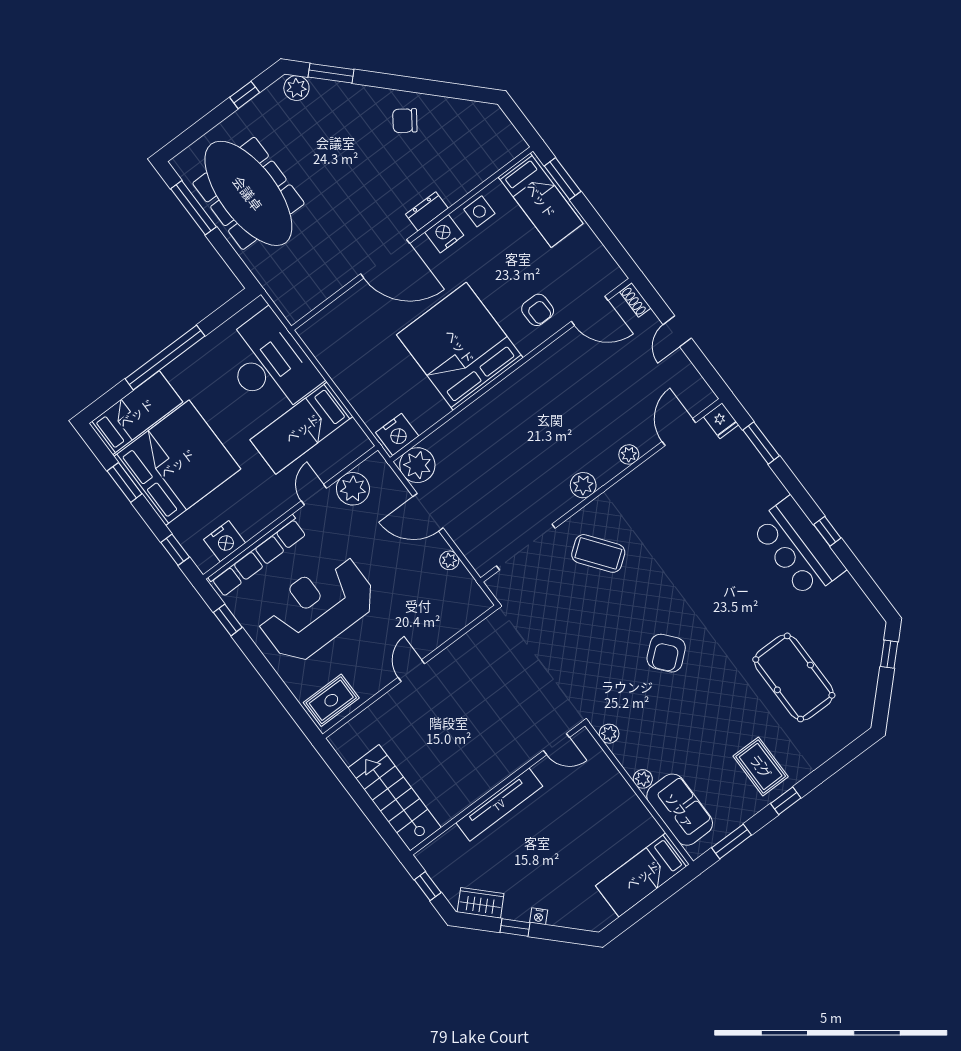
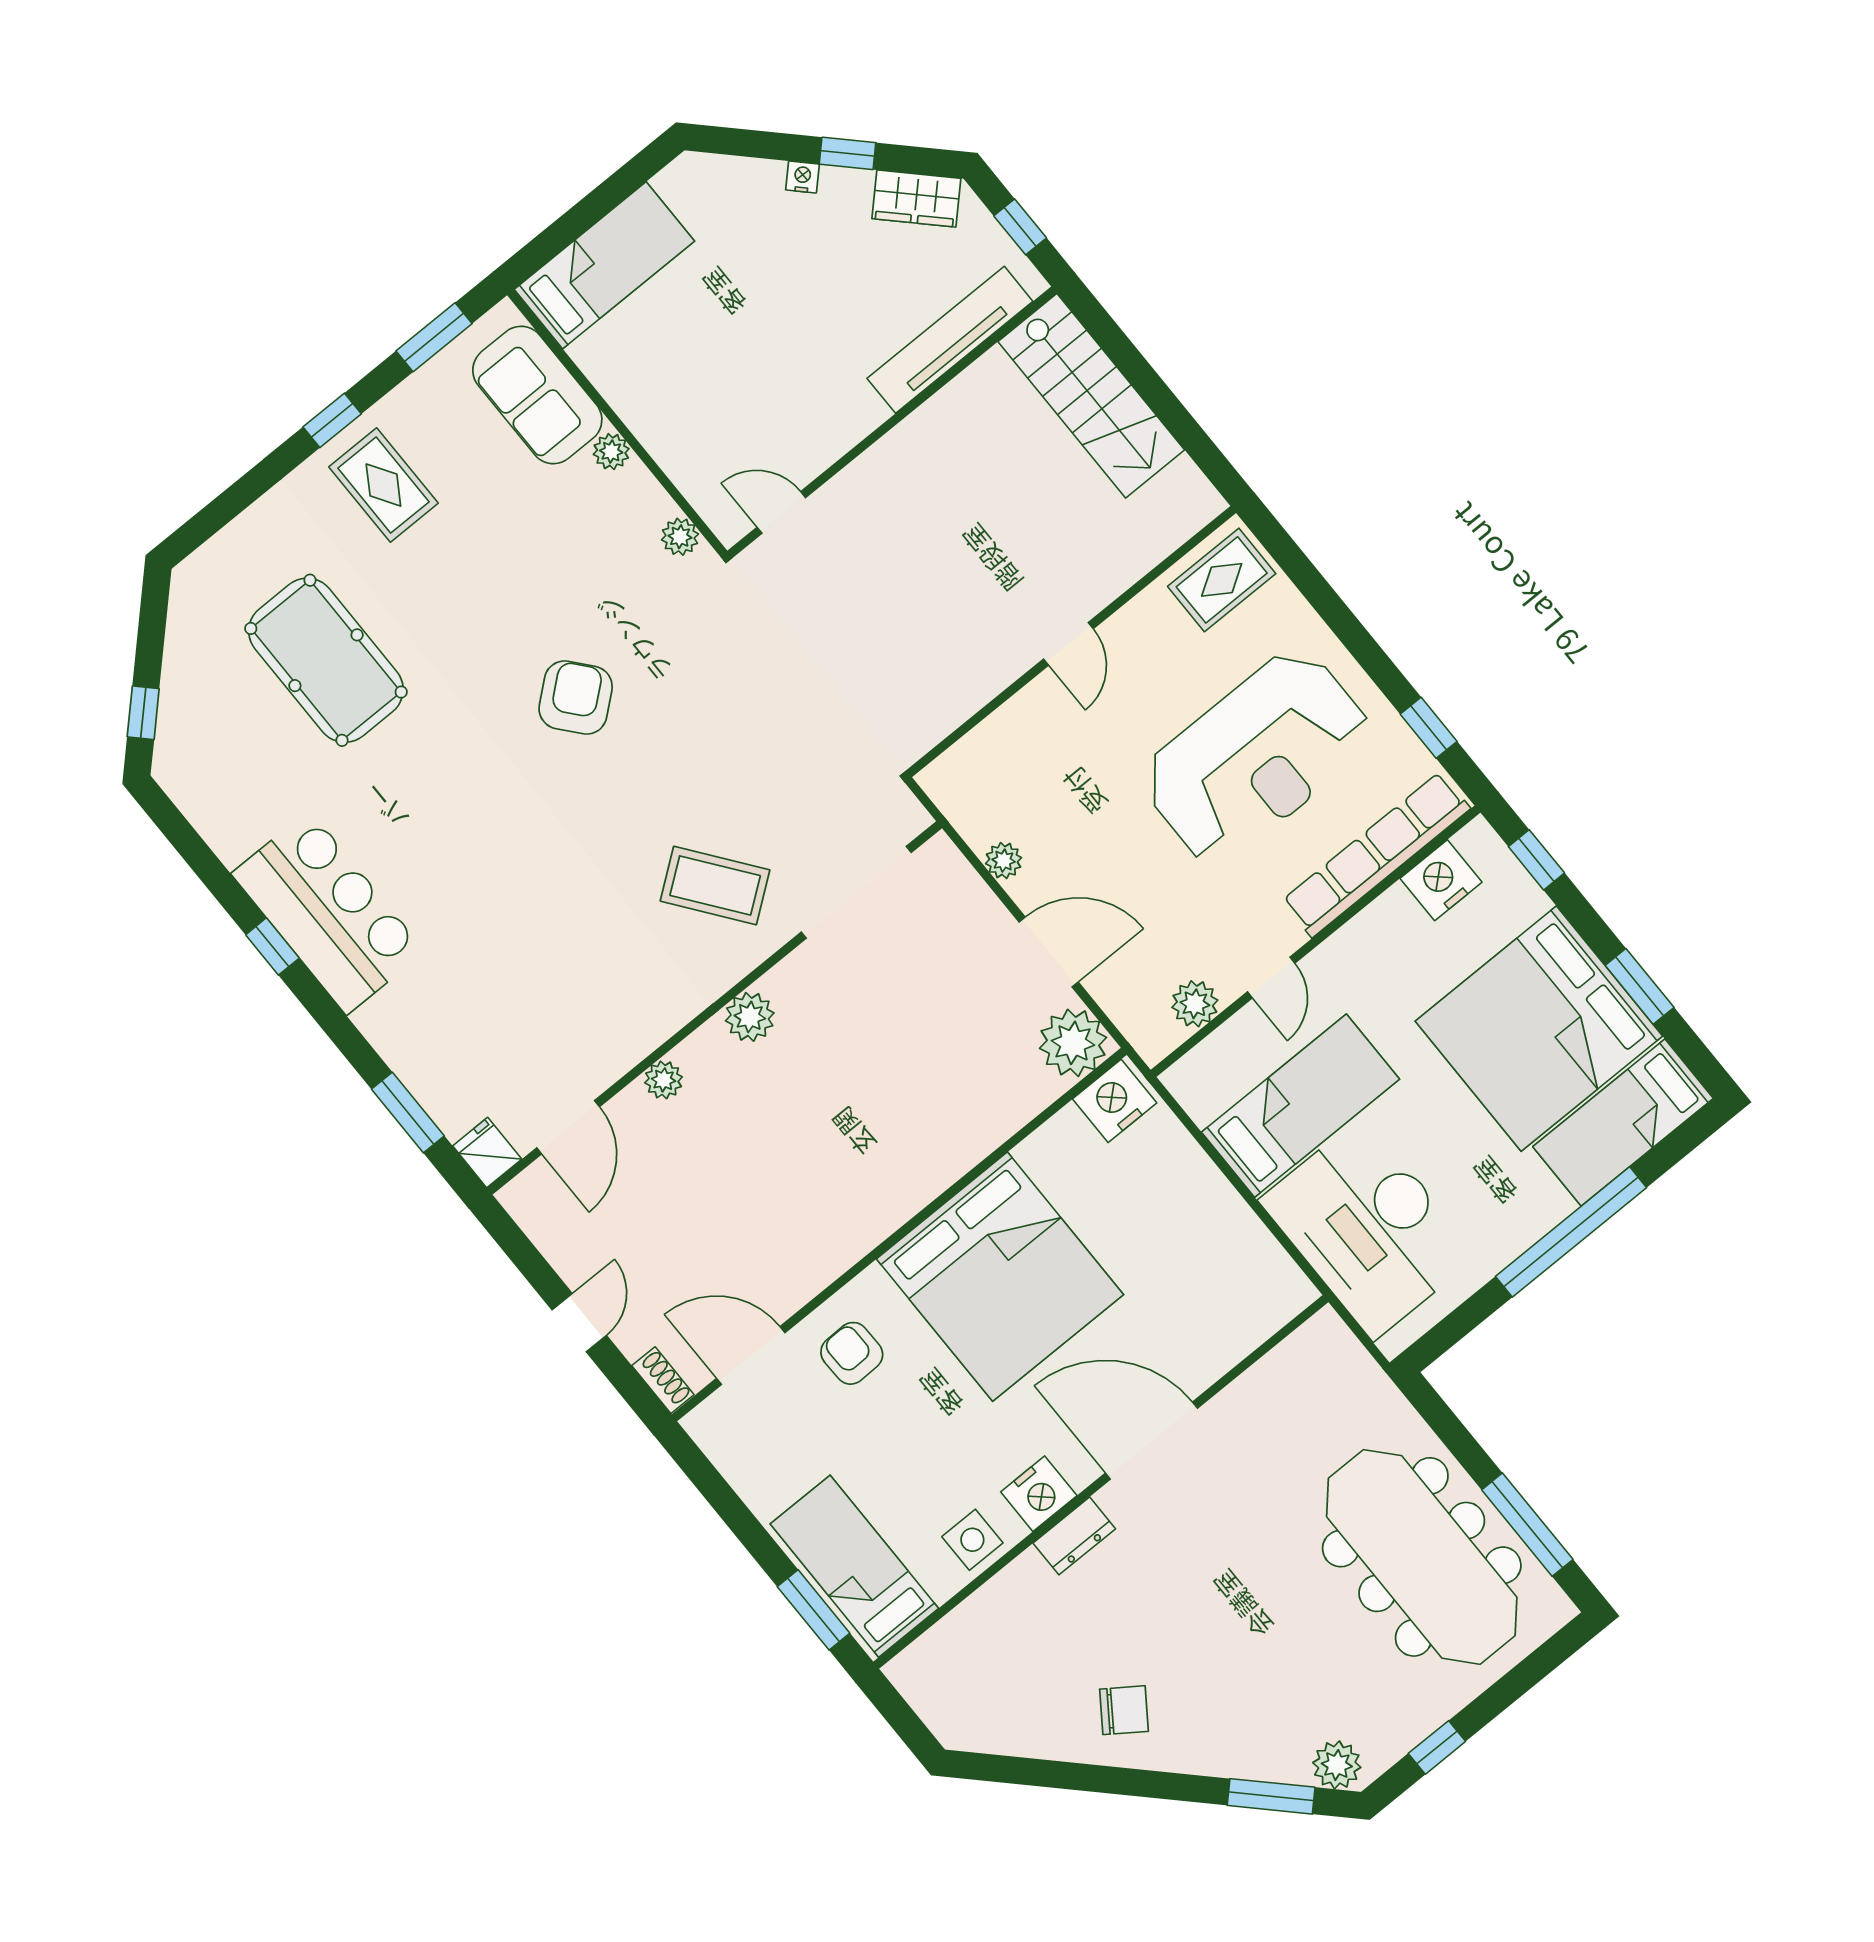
plant: (353, 489) -> (1195, 1004), width x0.73, depth x0.73
tv unit: (499, 805) -> (950, 340), moved

